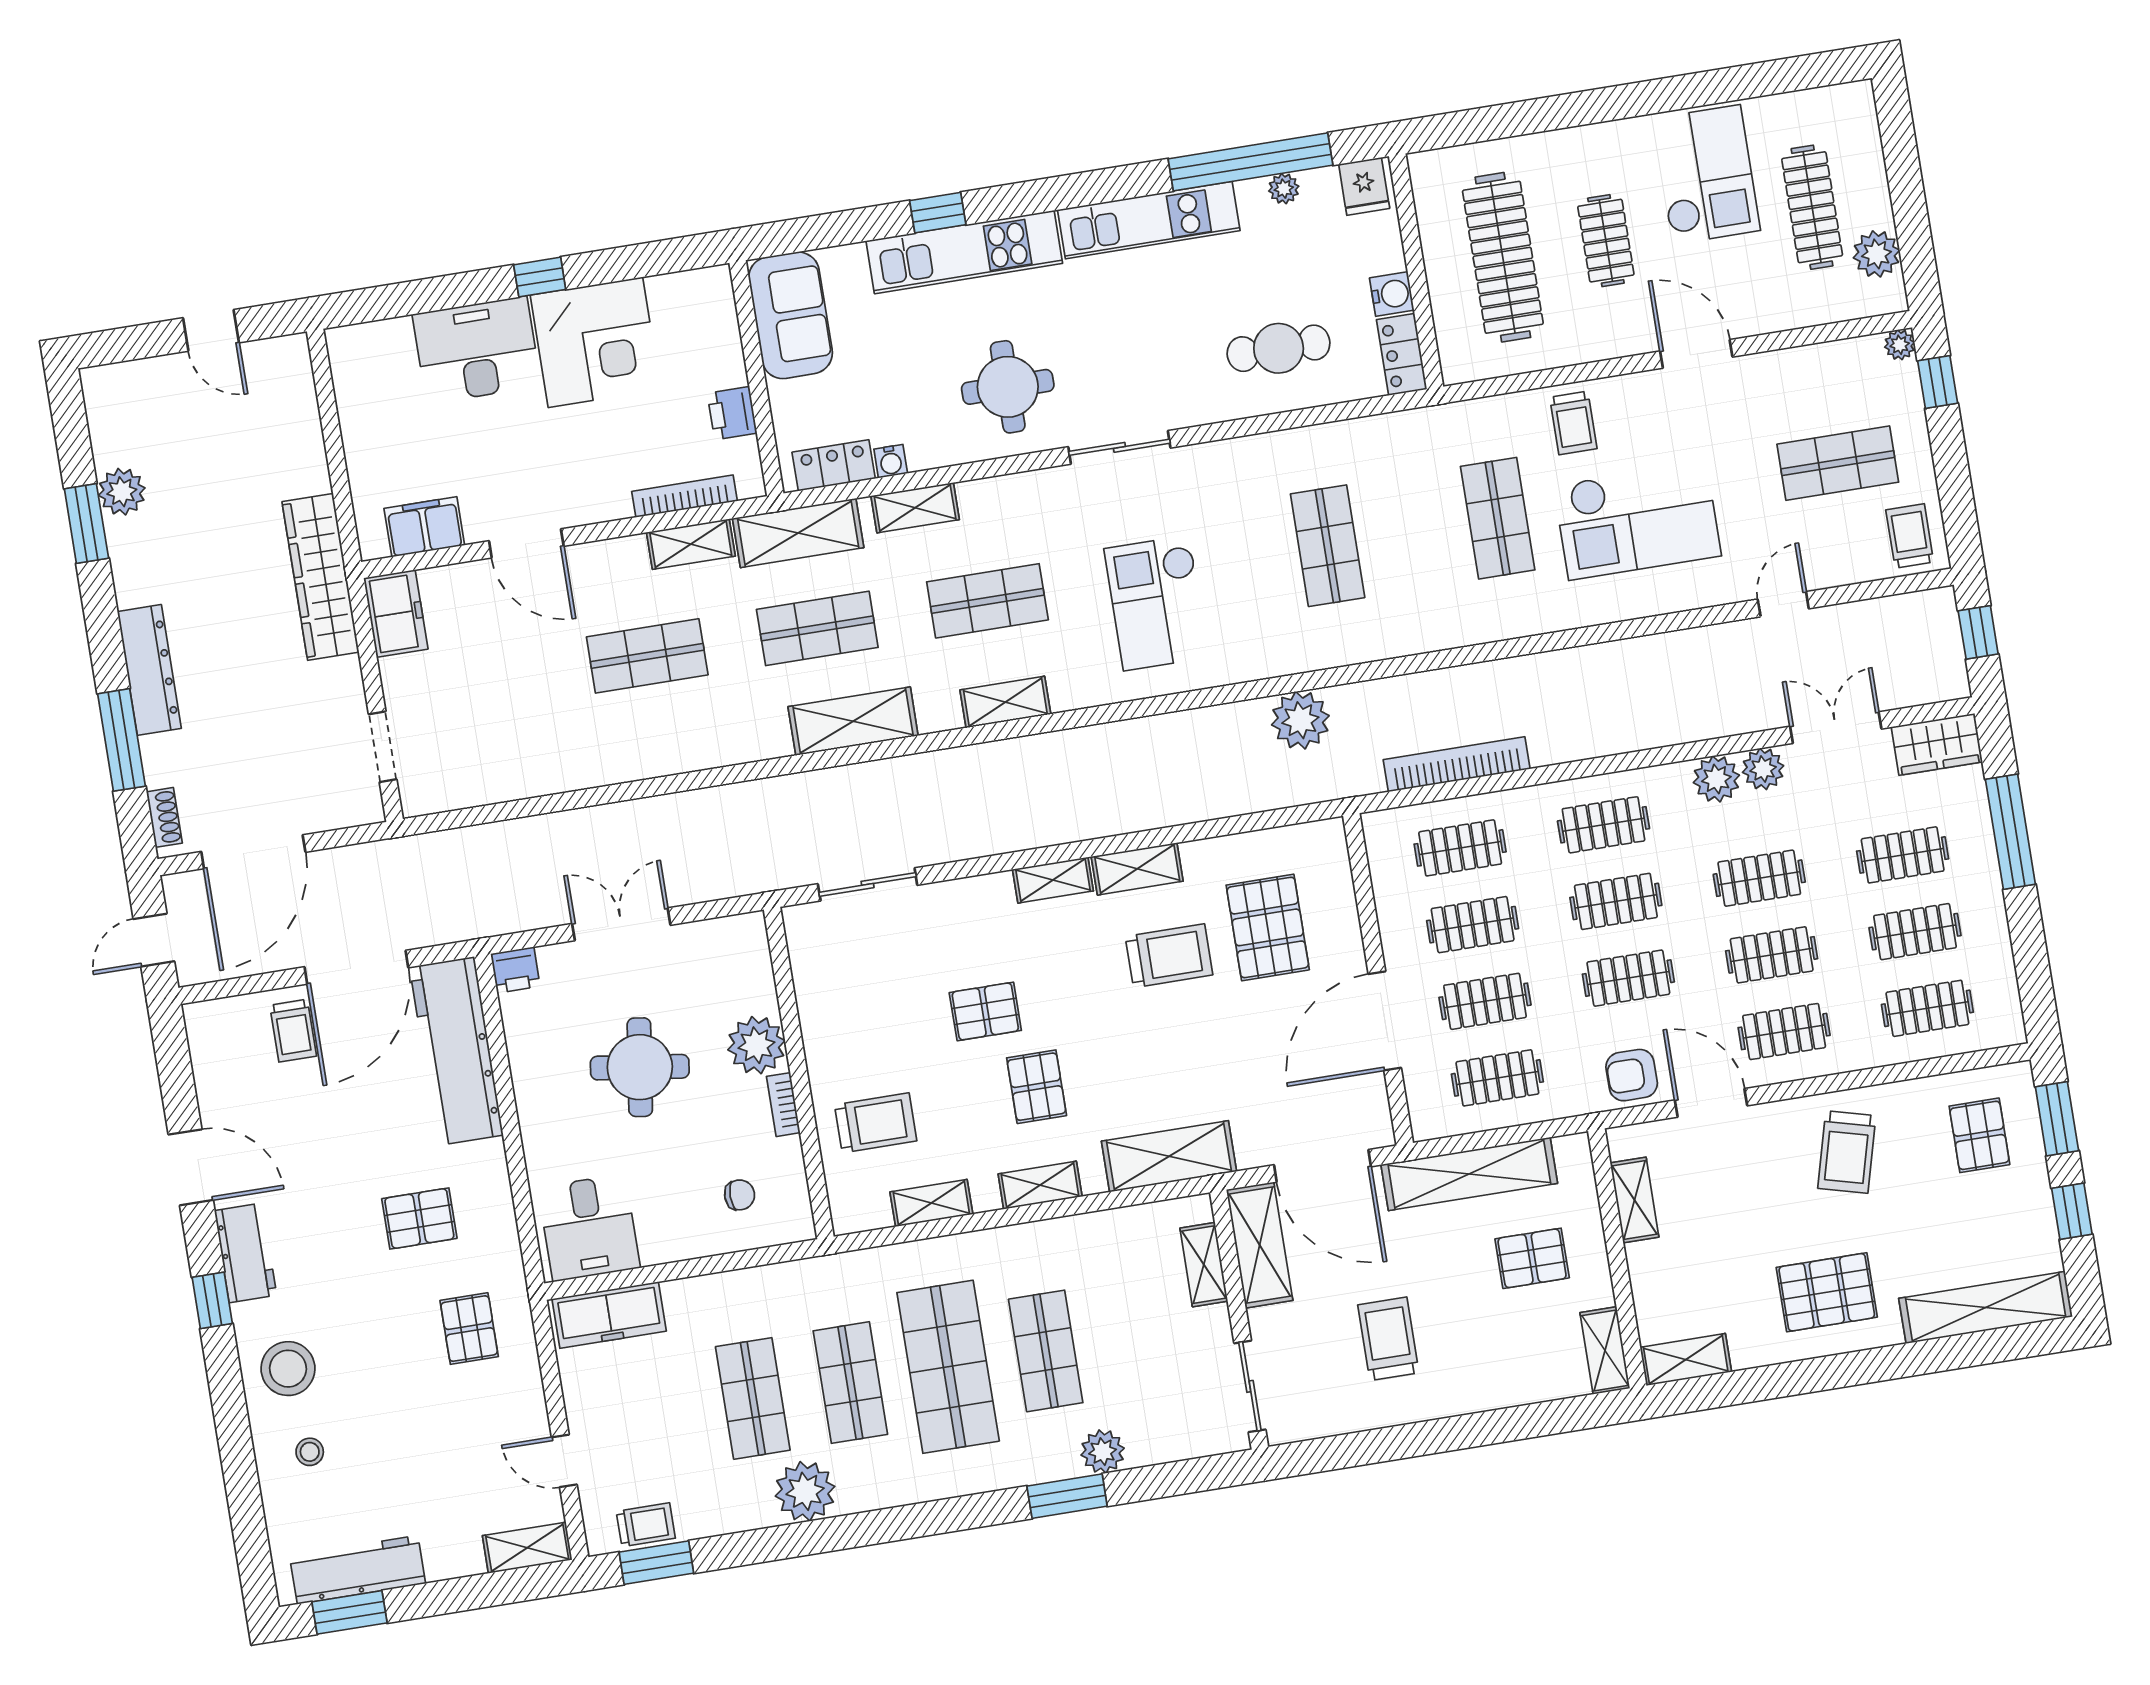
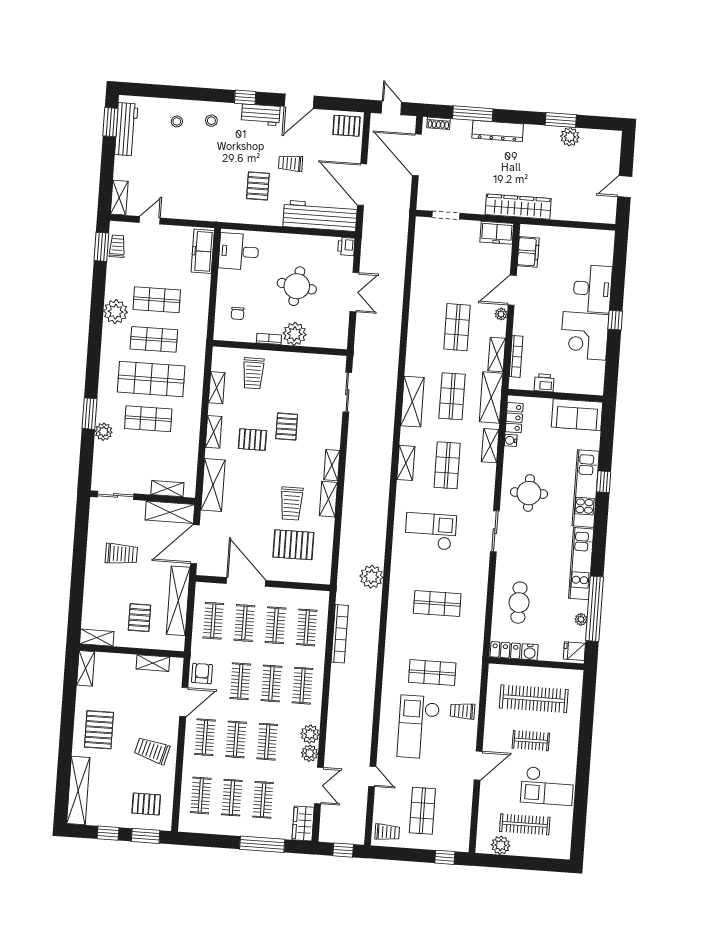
plant: (1900, 345) -> (501, 314), moved
trolley: (293, 1031) -> (291, 163), moved
pallet: (469, 1329) -> (346, 126), moved
stool: (288, 1369) -> (211, 121), width x0.53, depth x0.53
trolley: (646, 1525) -> (117, 246), turned 180

